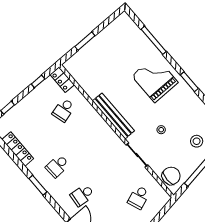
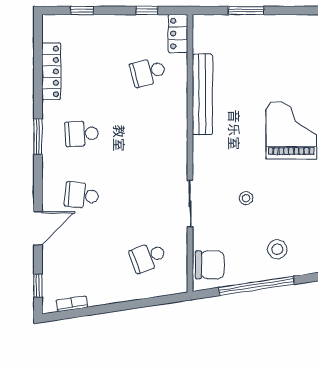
bench: (113, 116) -> (202, 94), moved

